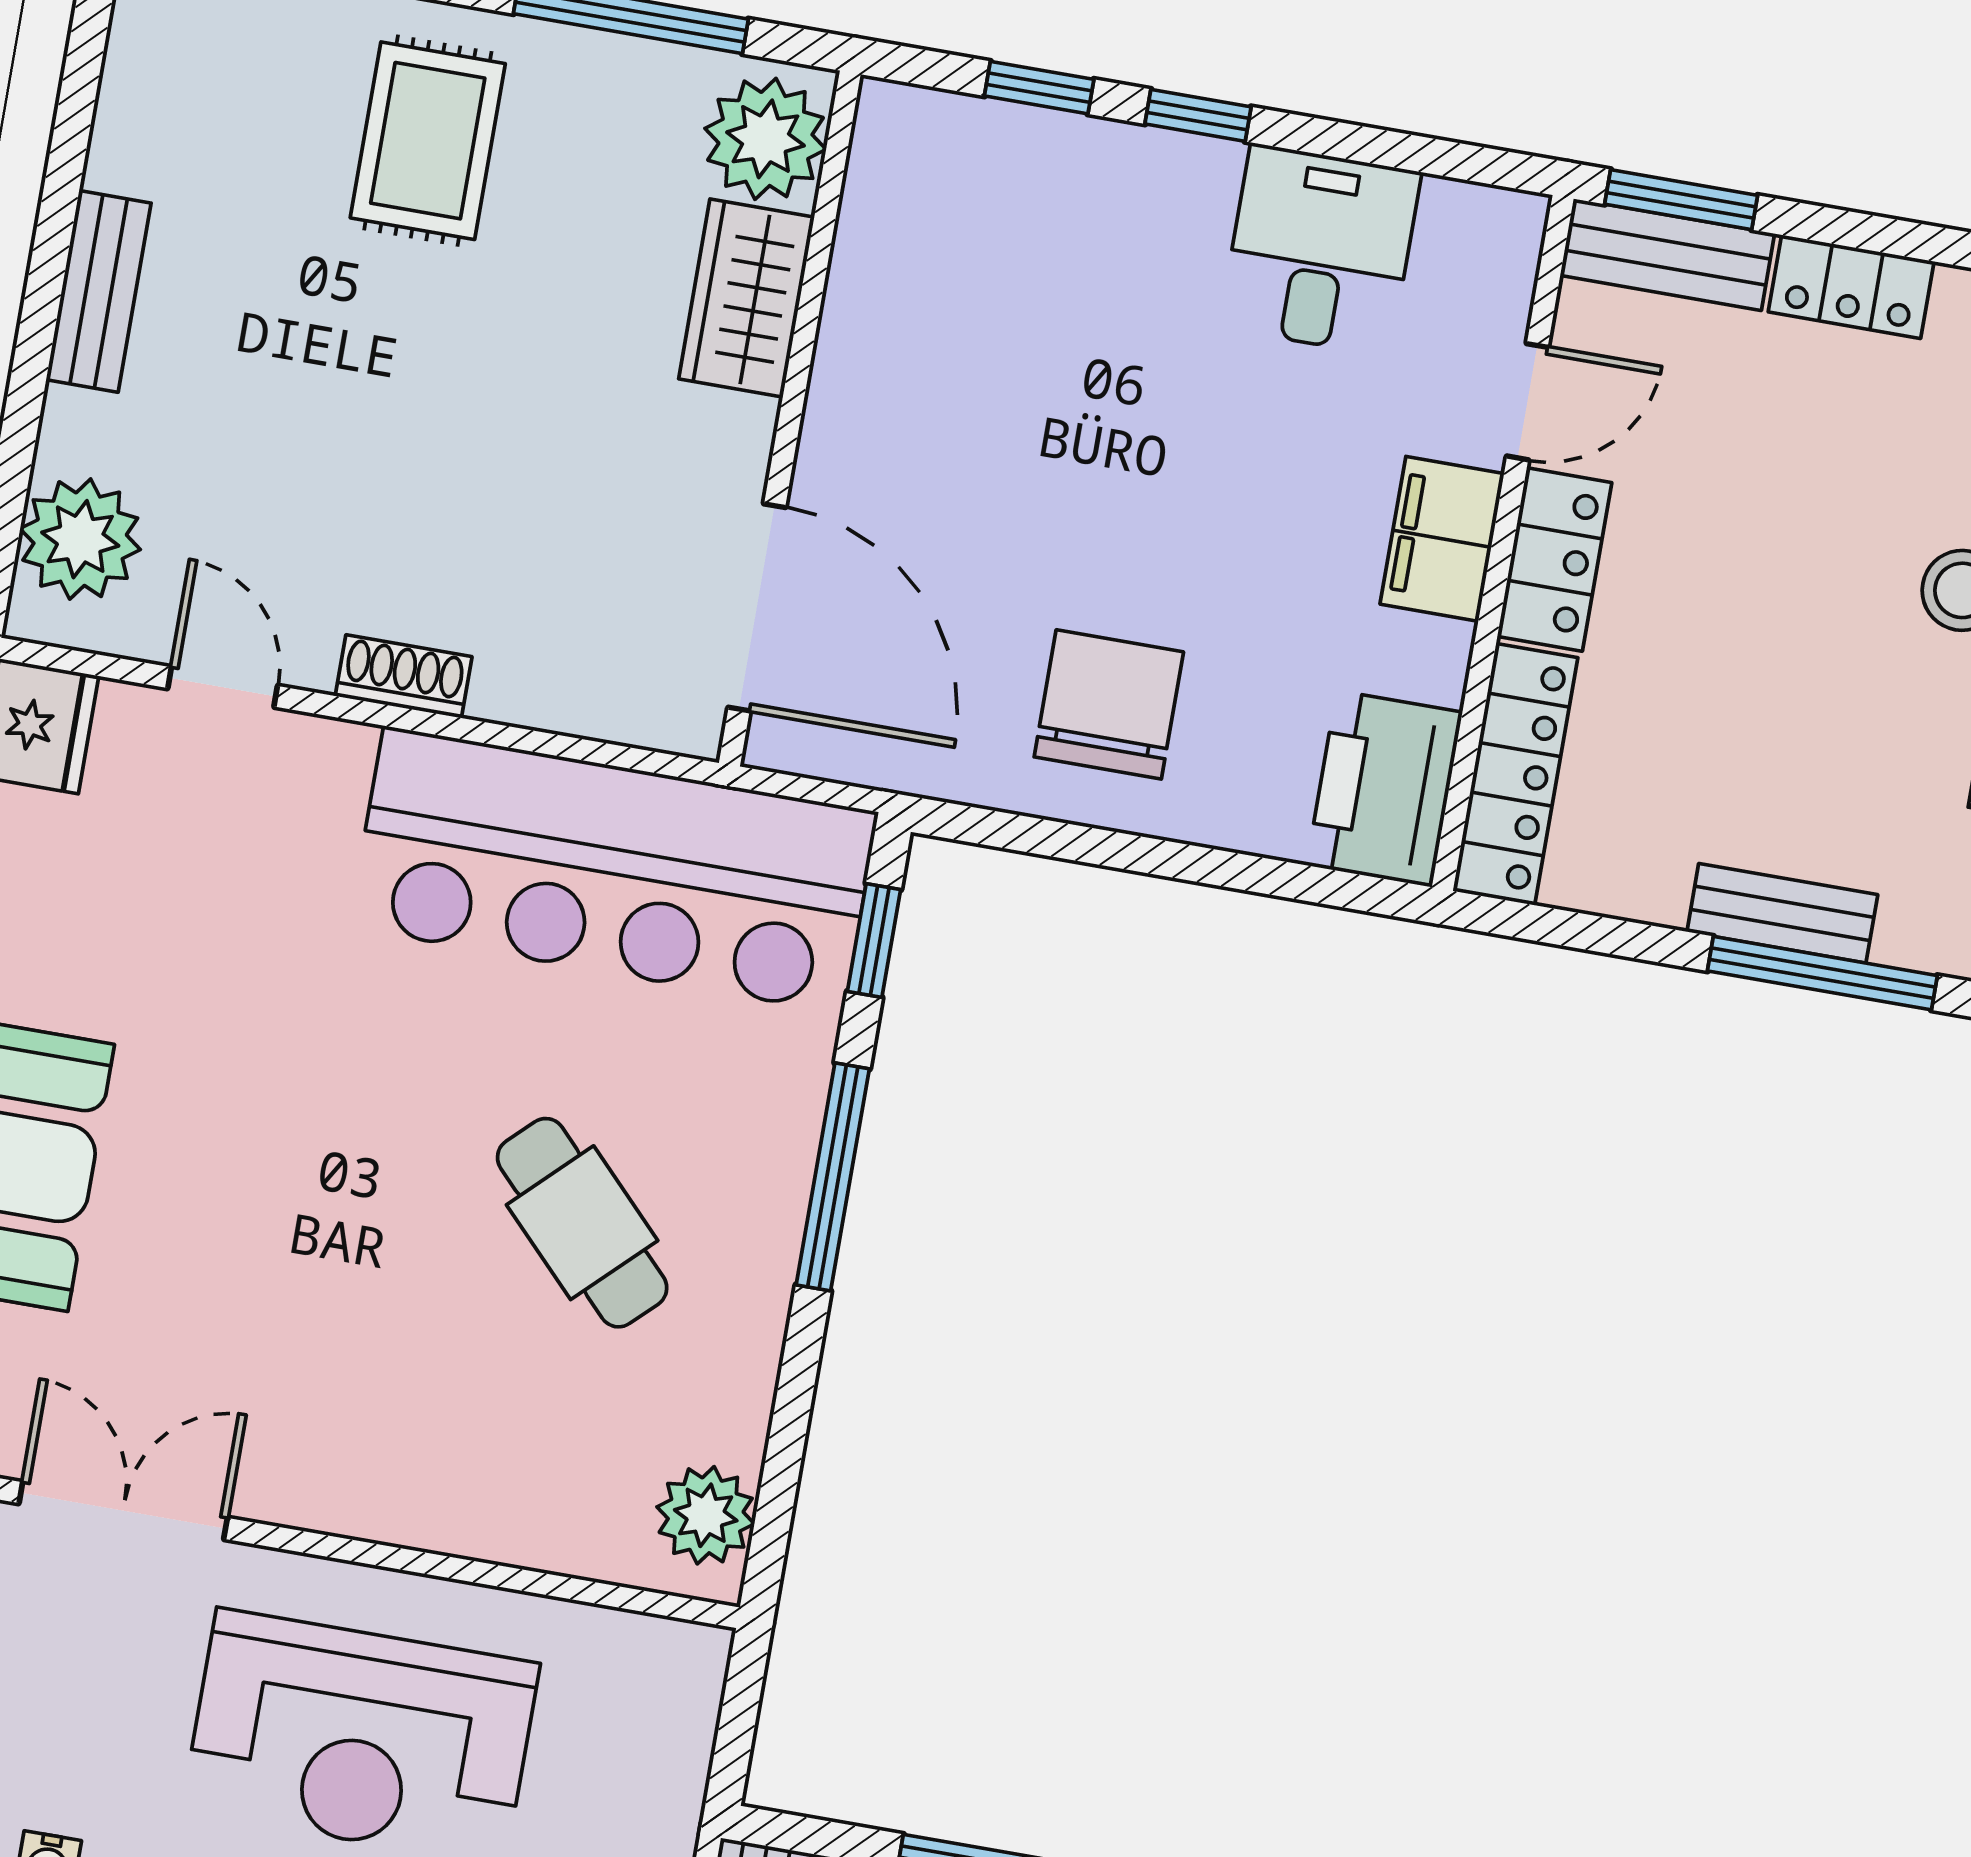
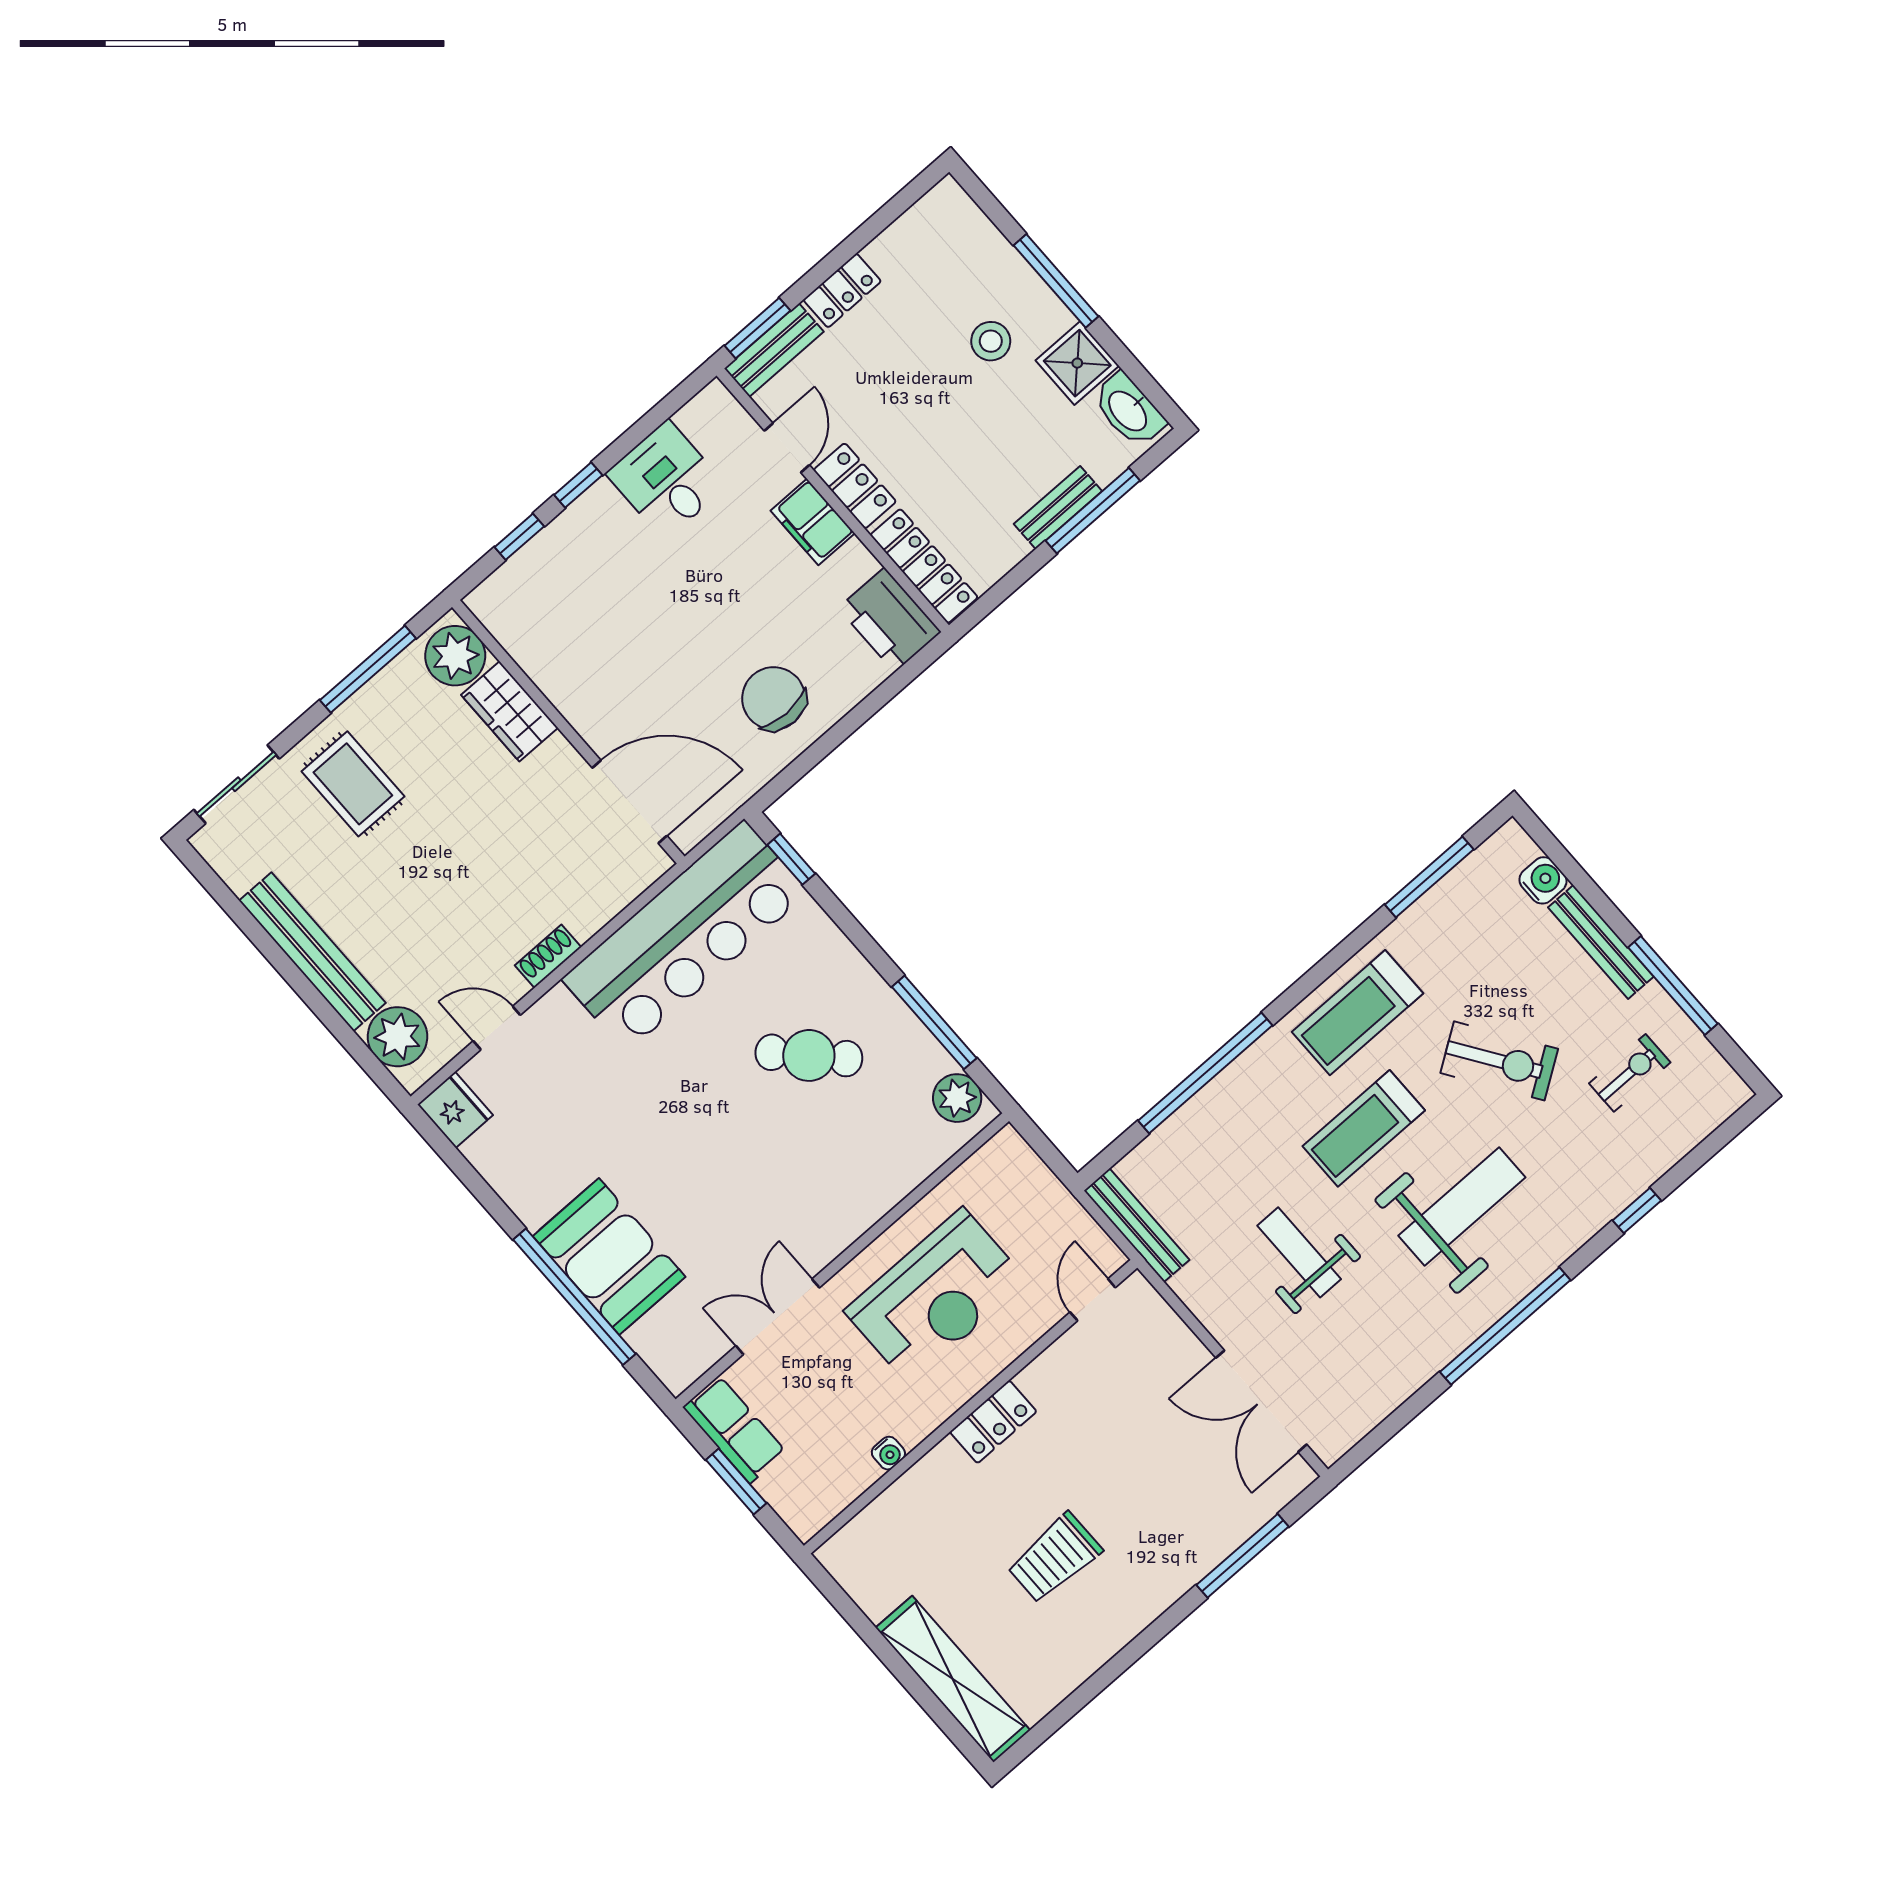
bench: (99, 291) -> (312, 952), width x1.86, depth x1.21
window: (833, 1177) -> (934, 1022), moved

